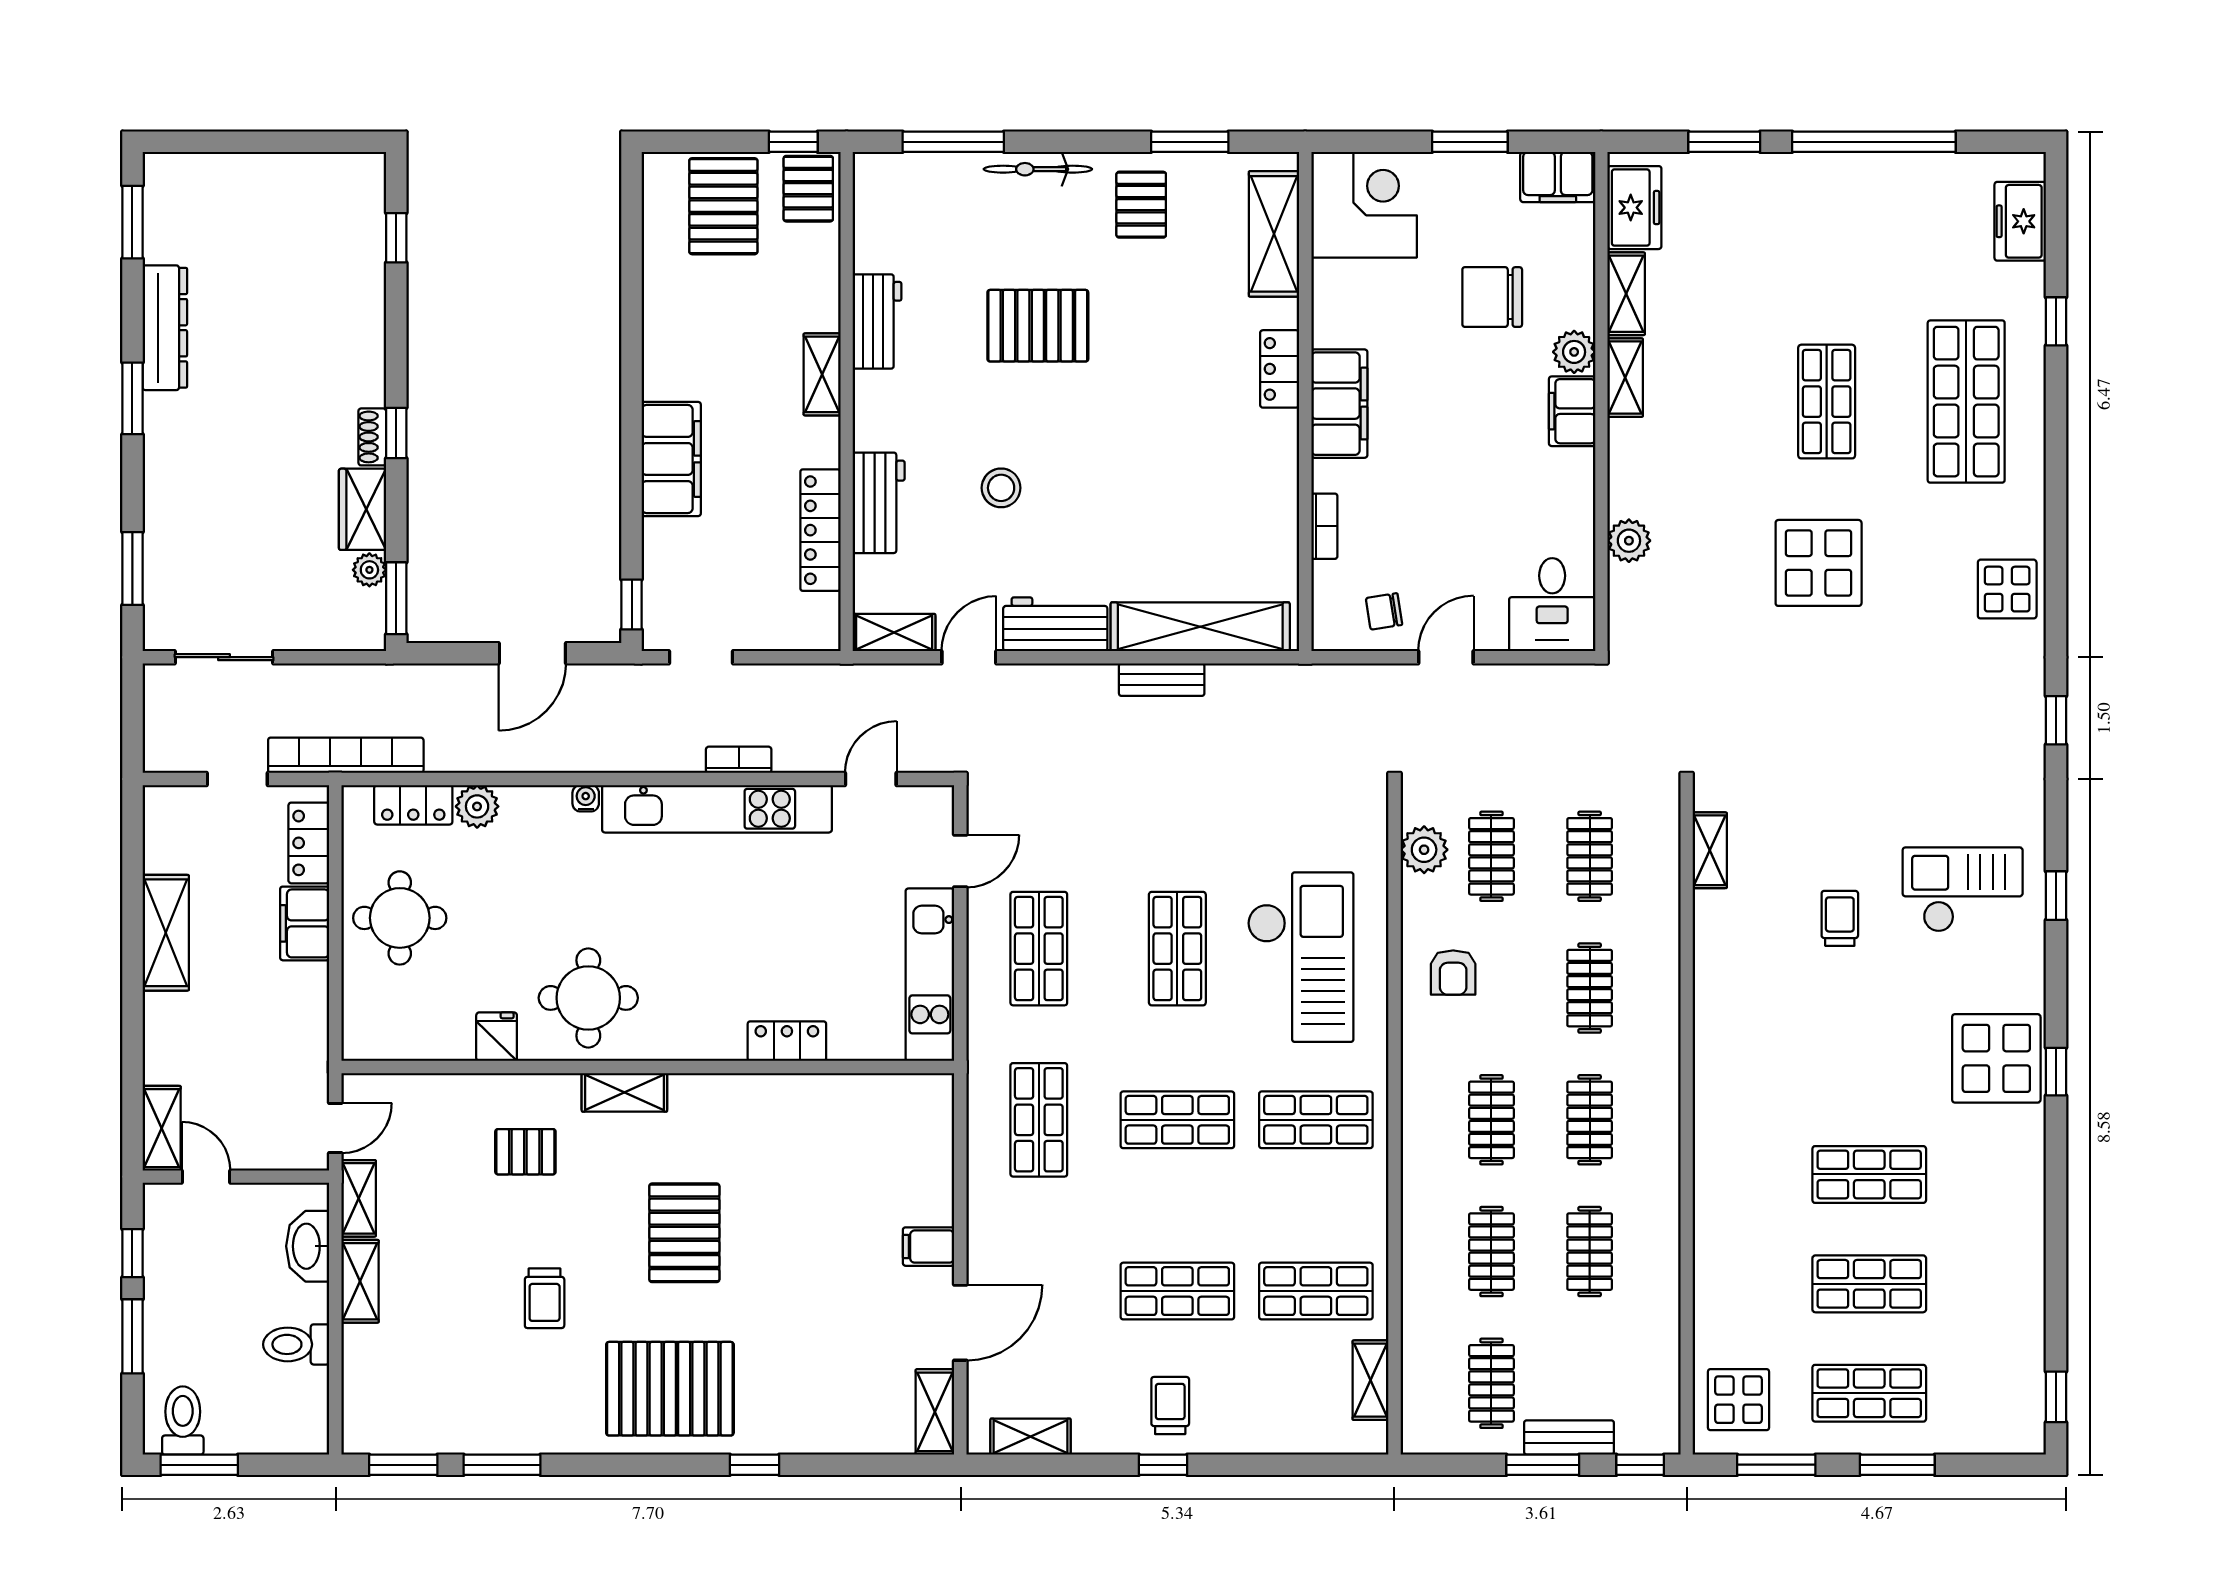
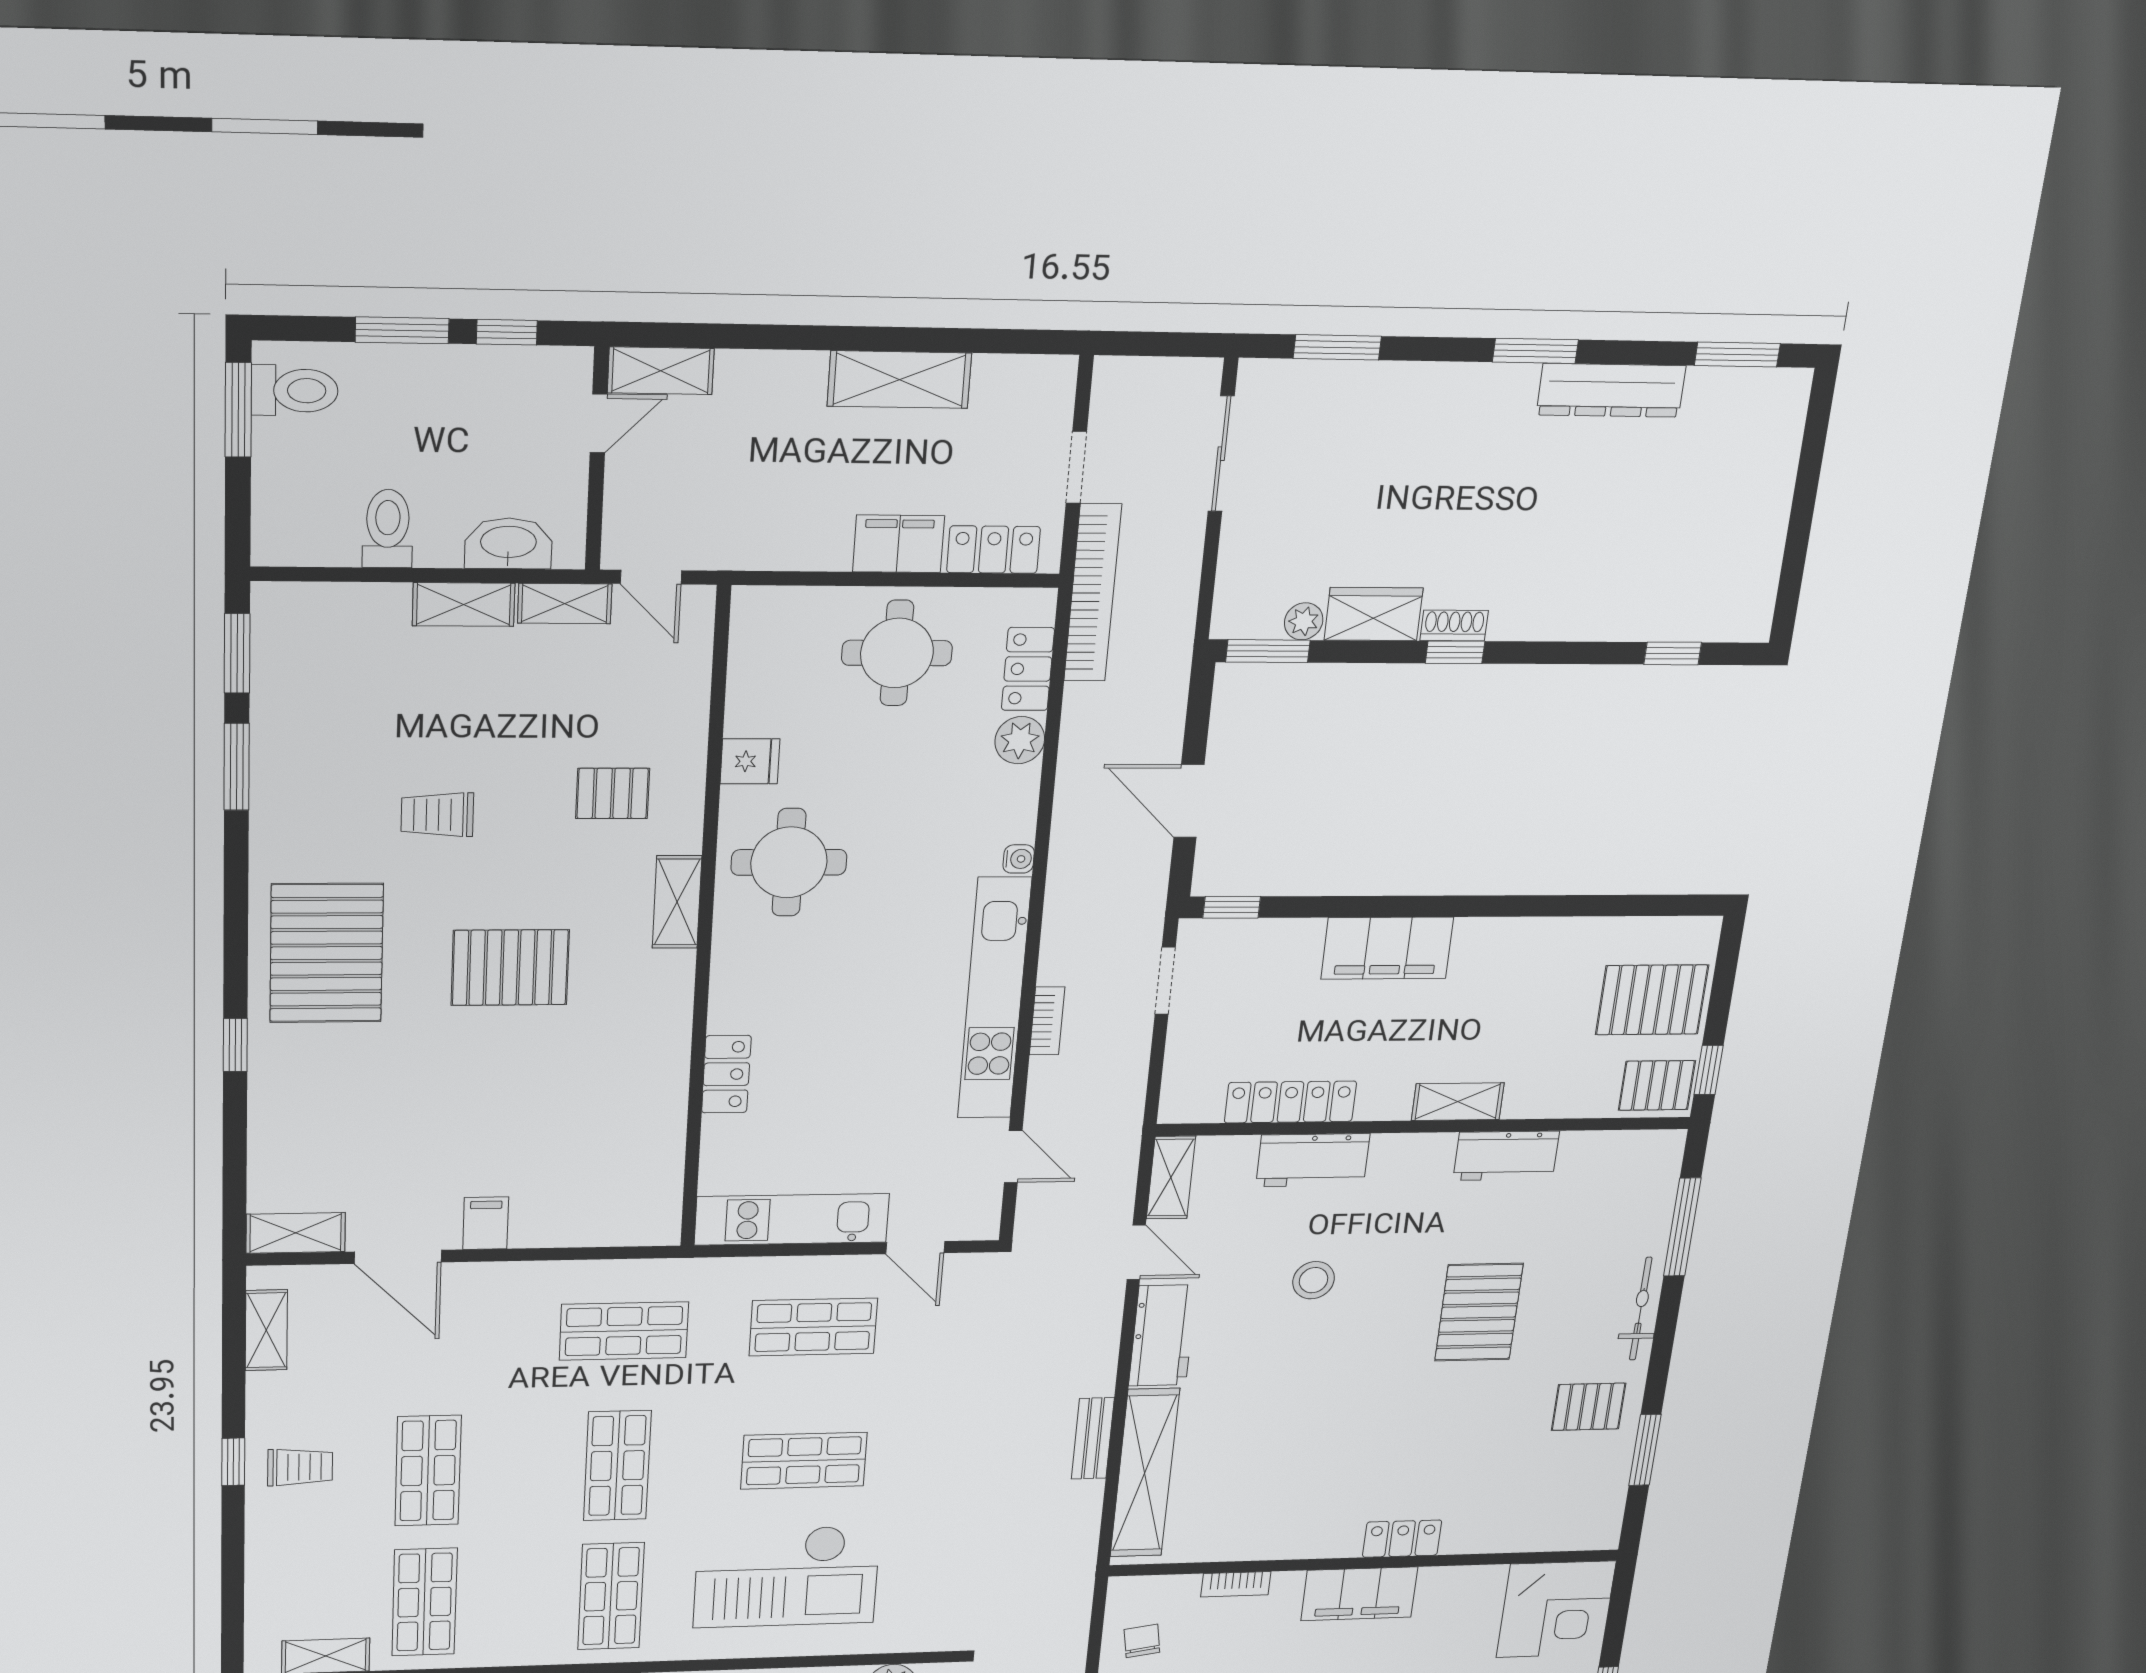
shelving: (1274, 234) -> (1540, 1529), removed
pallet: (525, 1152) -> (613, 793), turned 90

